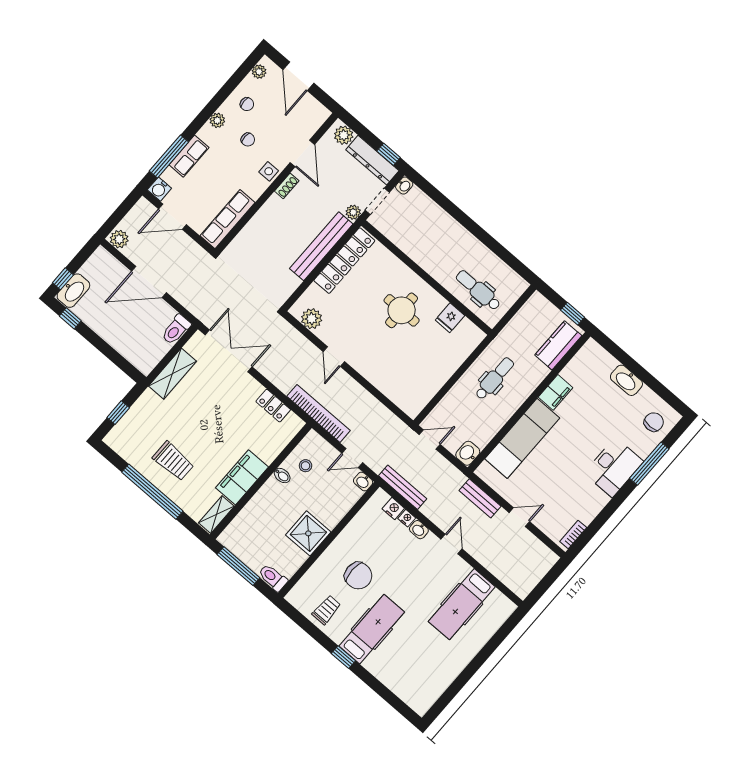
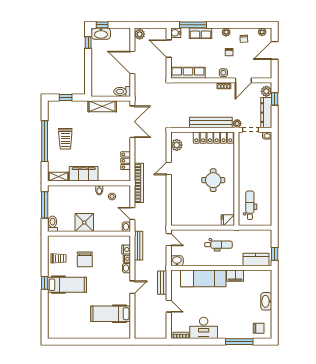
window: (389, 154) -> (275, 99), moved
fridge: (450, 318) -> (228, 220), moved
desk: (614, 467) -> (204, 328), moved

